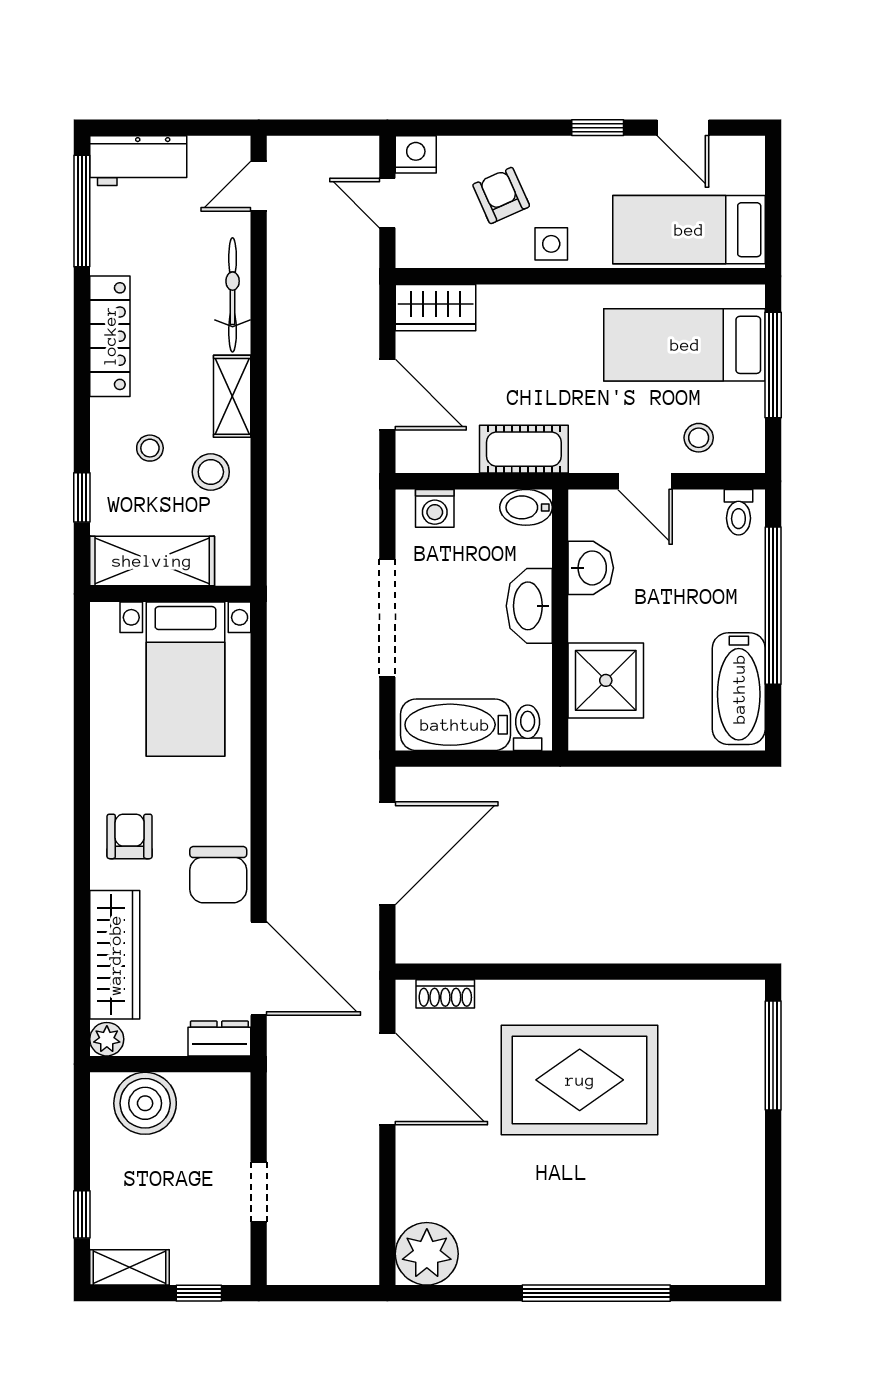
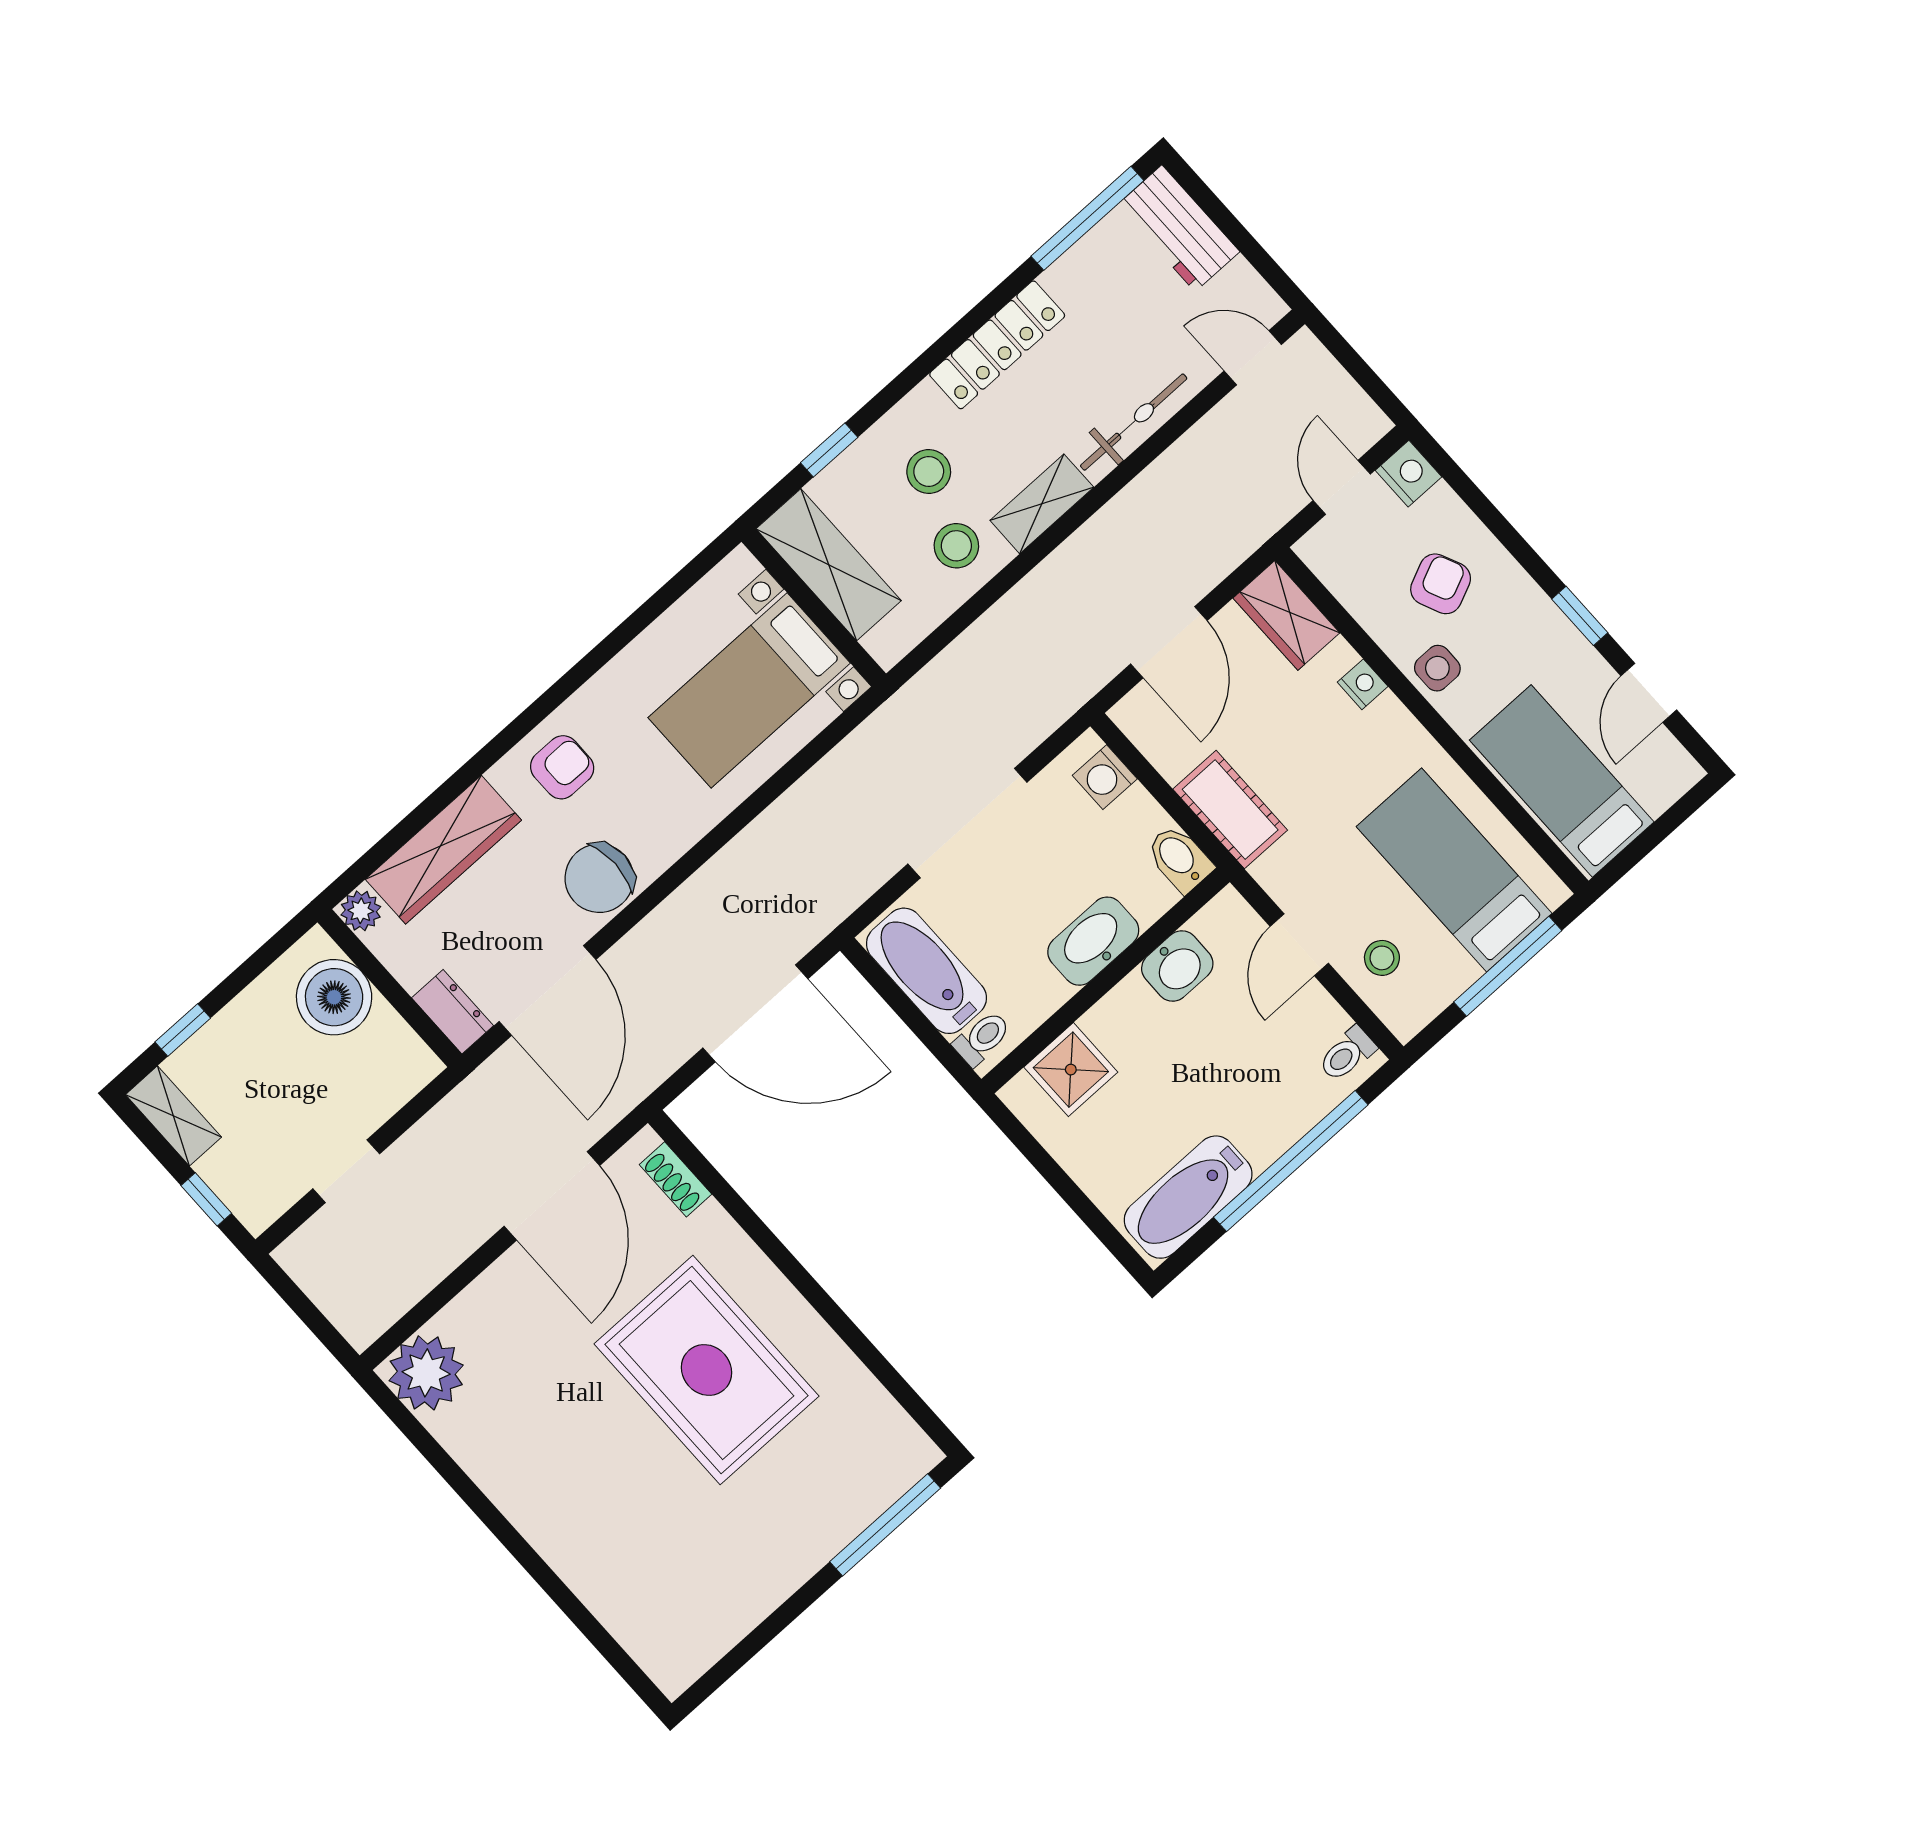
nightstand: (520, 299) -> (1363, 684), added
stool: (150, 448) -> (929, 471), width x1.37, depth x1.37
shower: (606, 680) -> (1071, 1070), width x0.73, depth x0.73
window: (596, 1293) -> (528, 1558), removed

